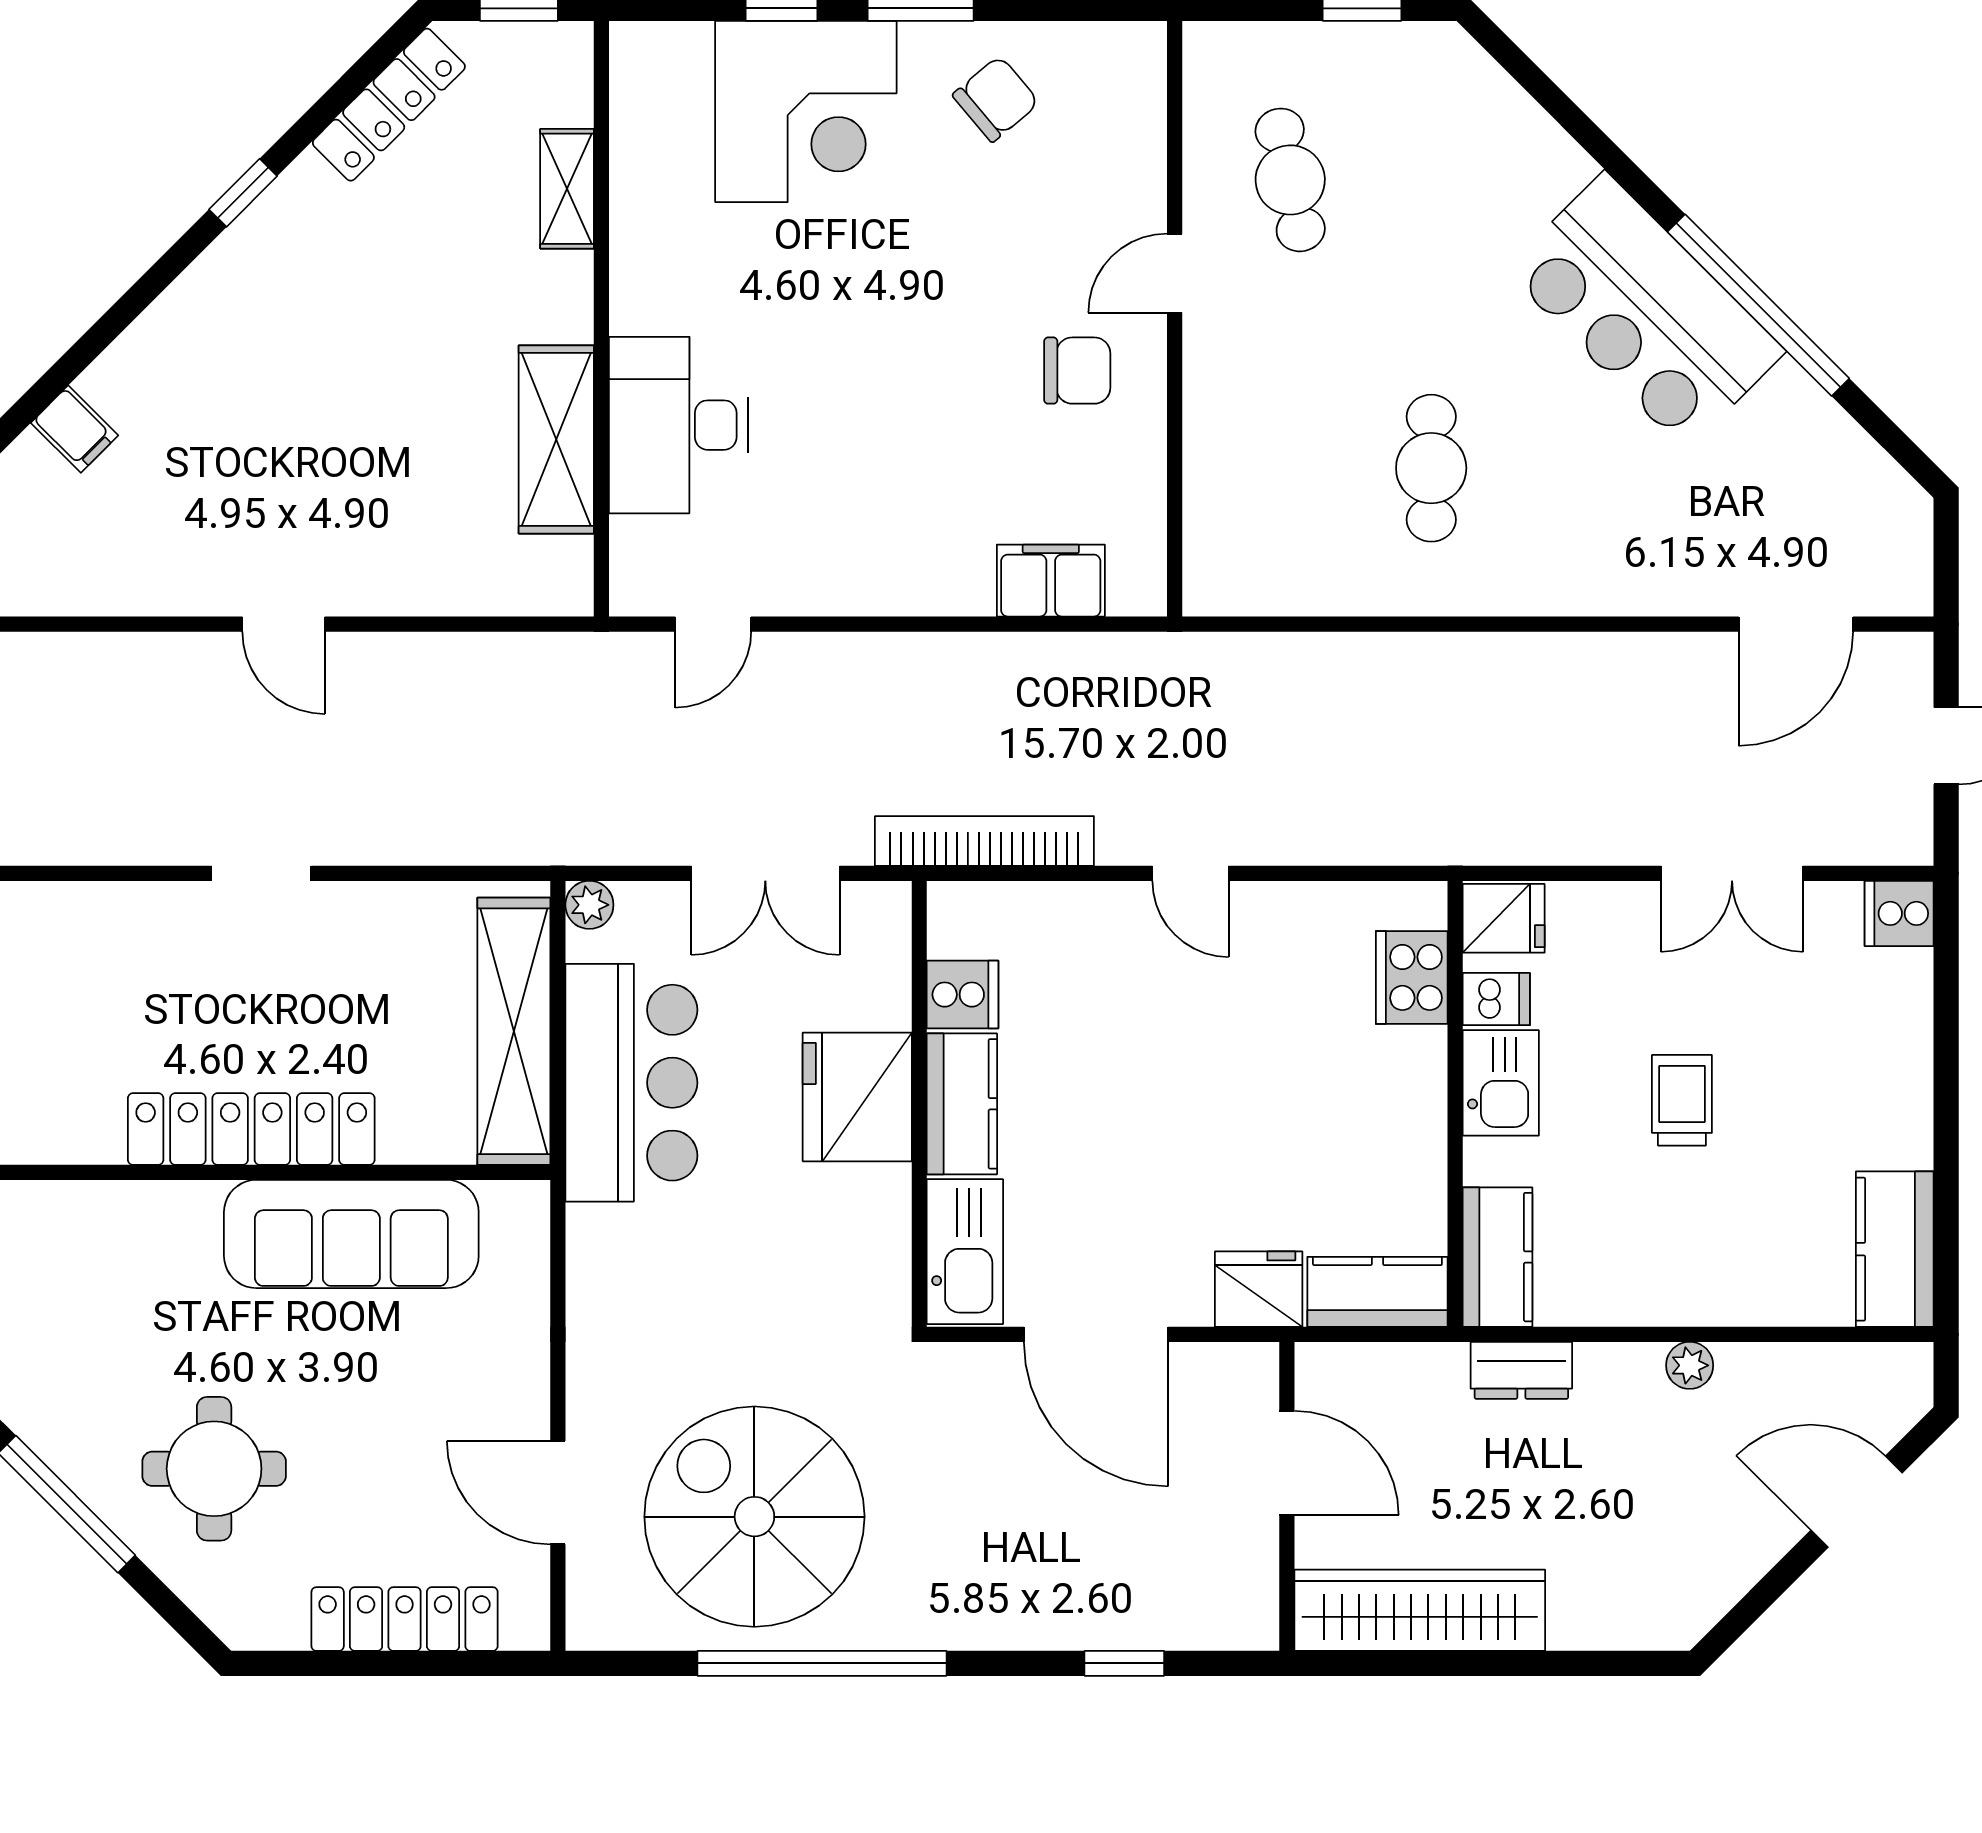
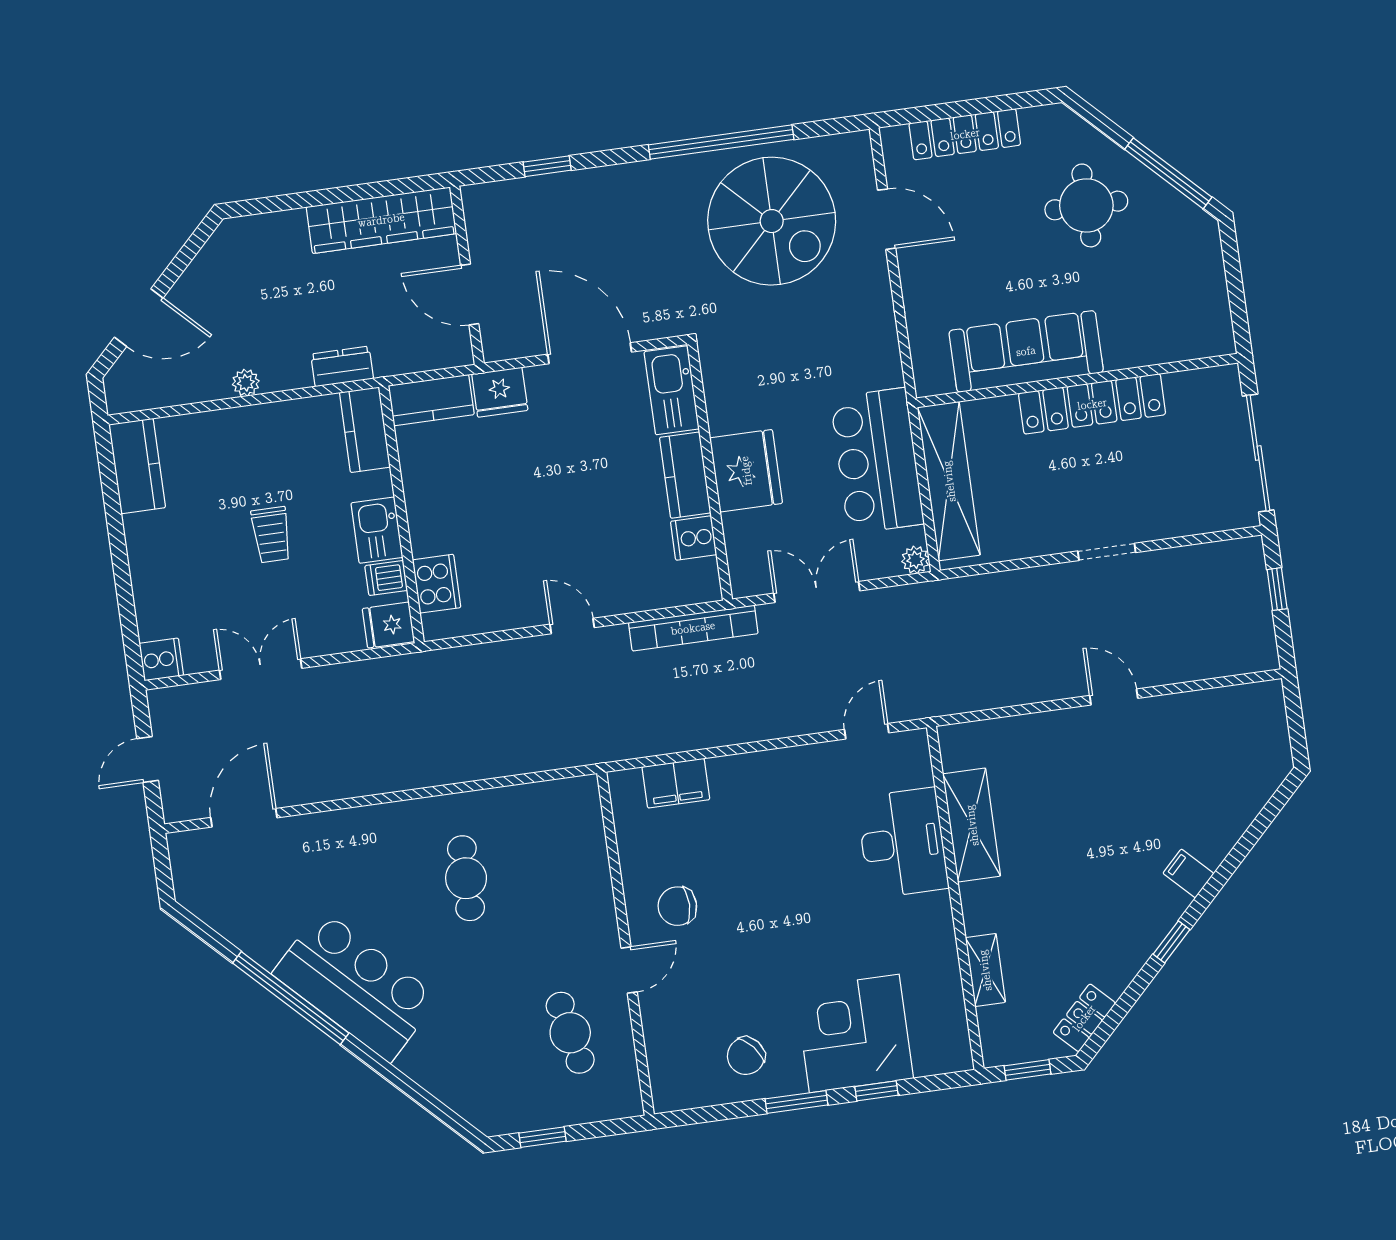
locker: (389, 105) -> (1084, 1018), width x0.66
filing cabinet: (75, 429) -> (1188, 873), moved

